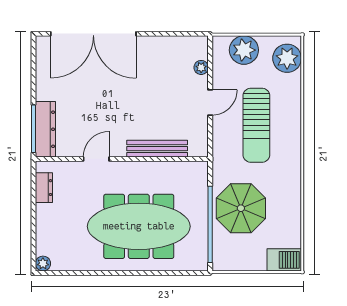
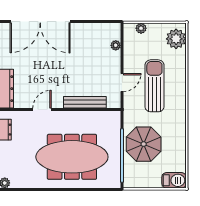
plant: (244, 50) -> (141, 28), width x0.53, depth x0.53
door: (210, 102) -> (122, 83), moved
sun lounger: (256, 125) -> (154, 86), turned 180

